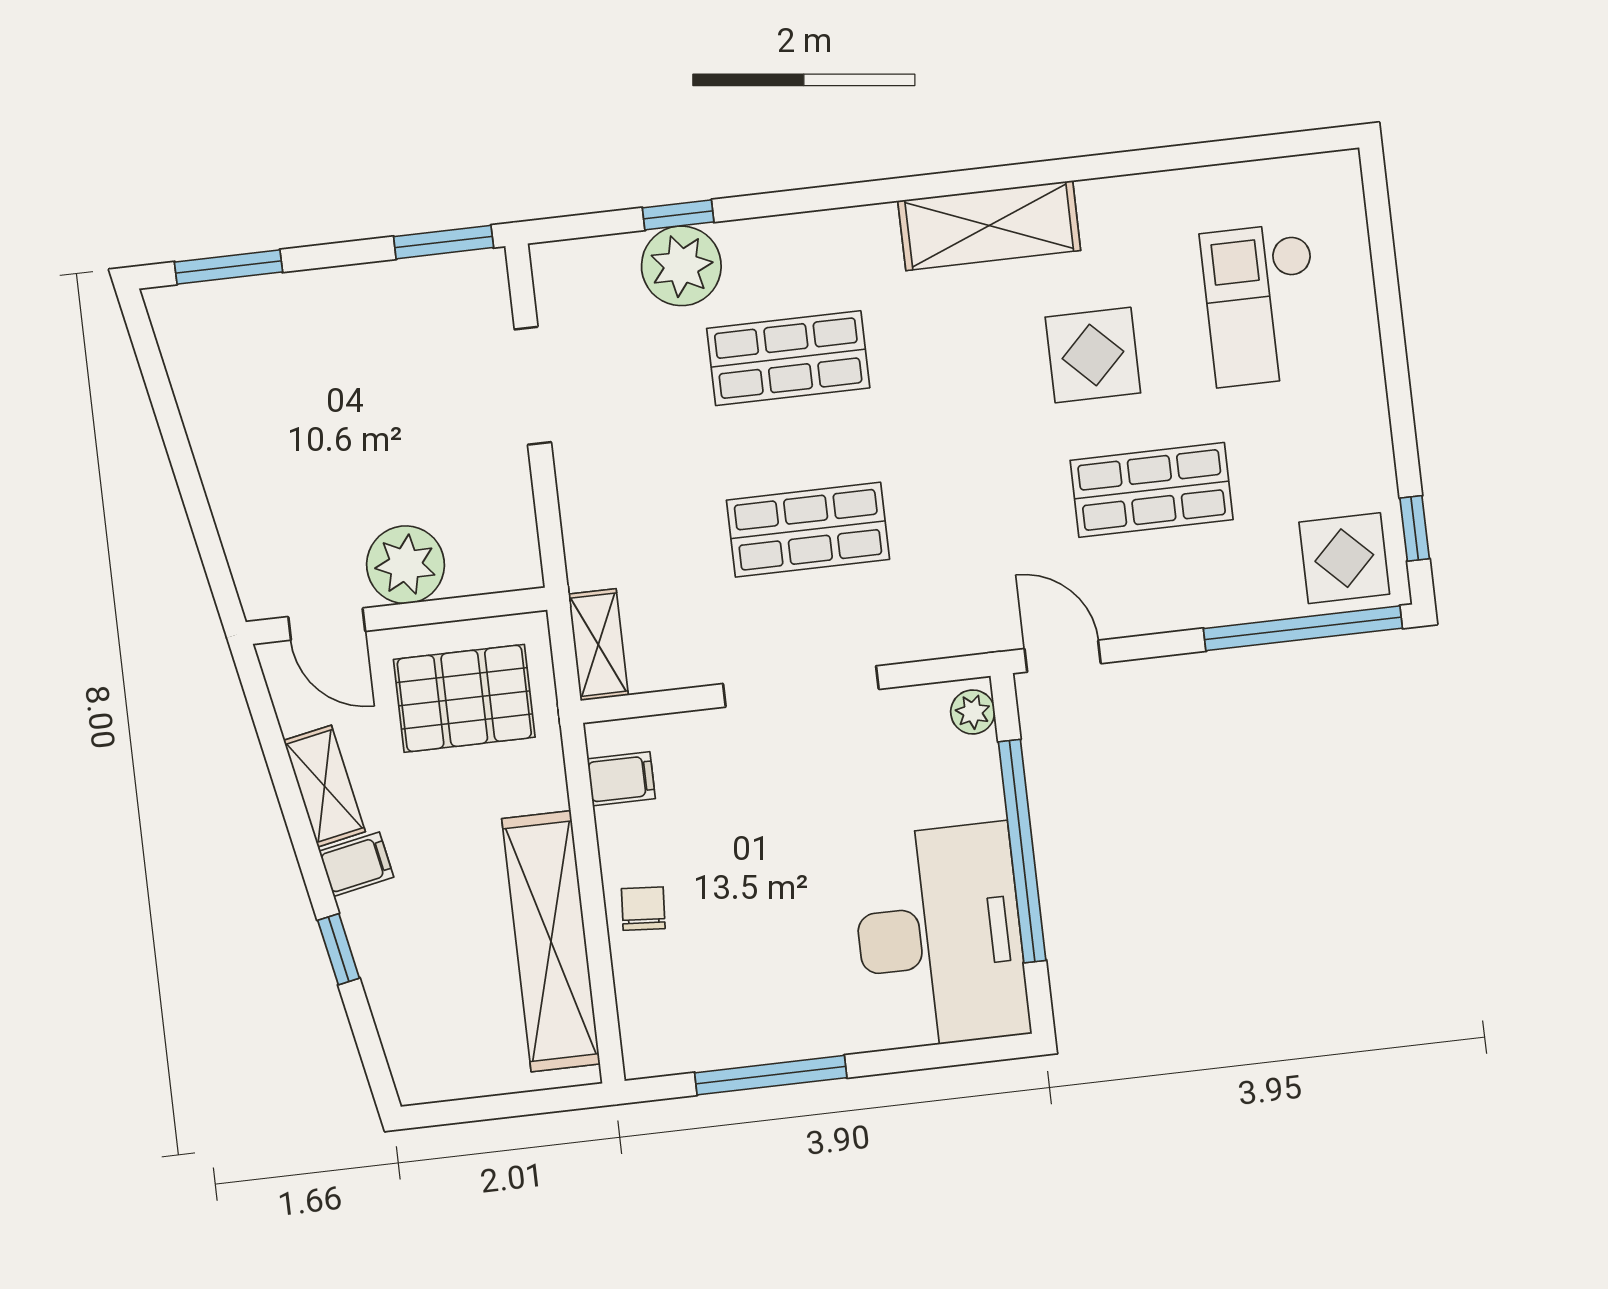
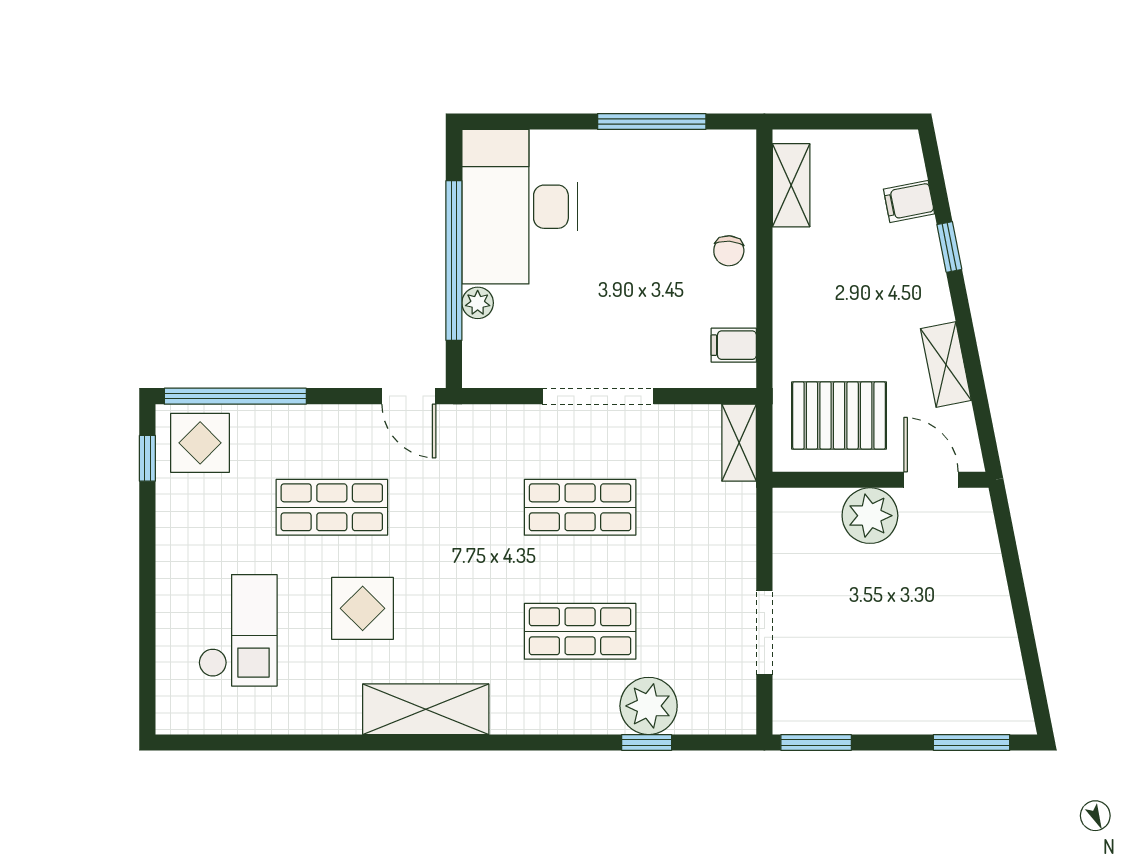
plant: (973, 712) -> (478, 303), moved
filing cabinet: (356, 864) -> (909, 201), moved
shelving: (551, 941) -> (791, 185), width x0.45, depth x0.75

